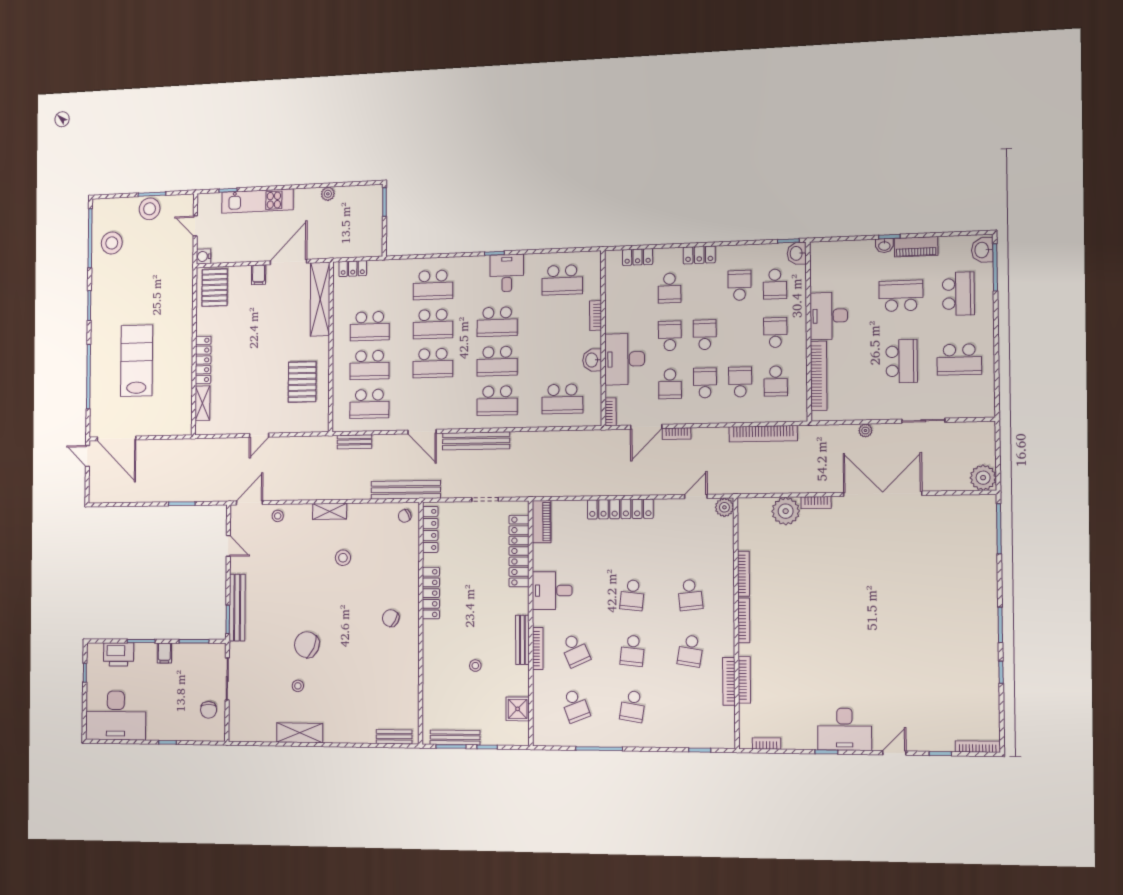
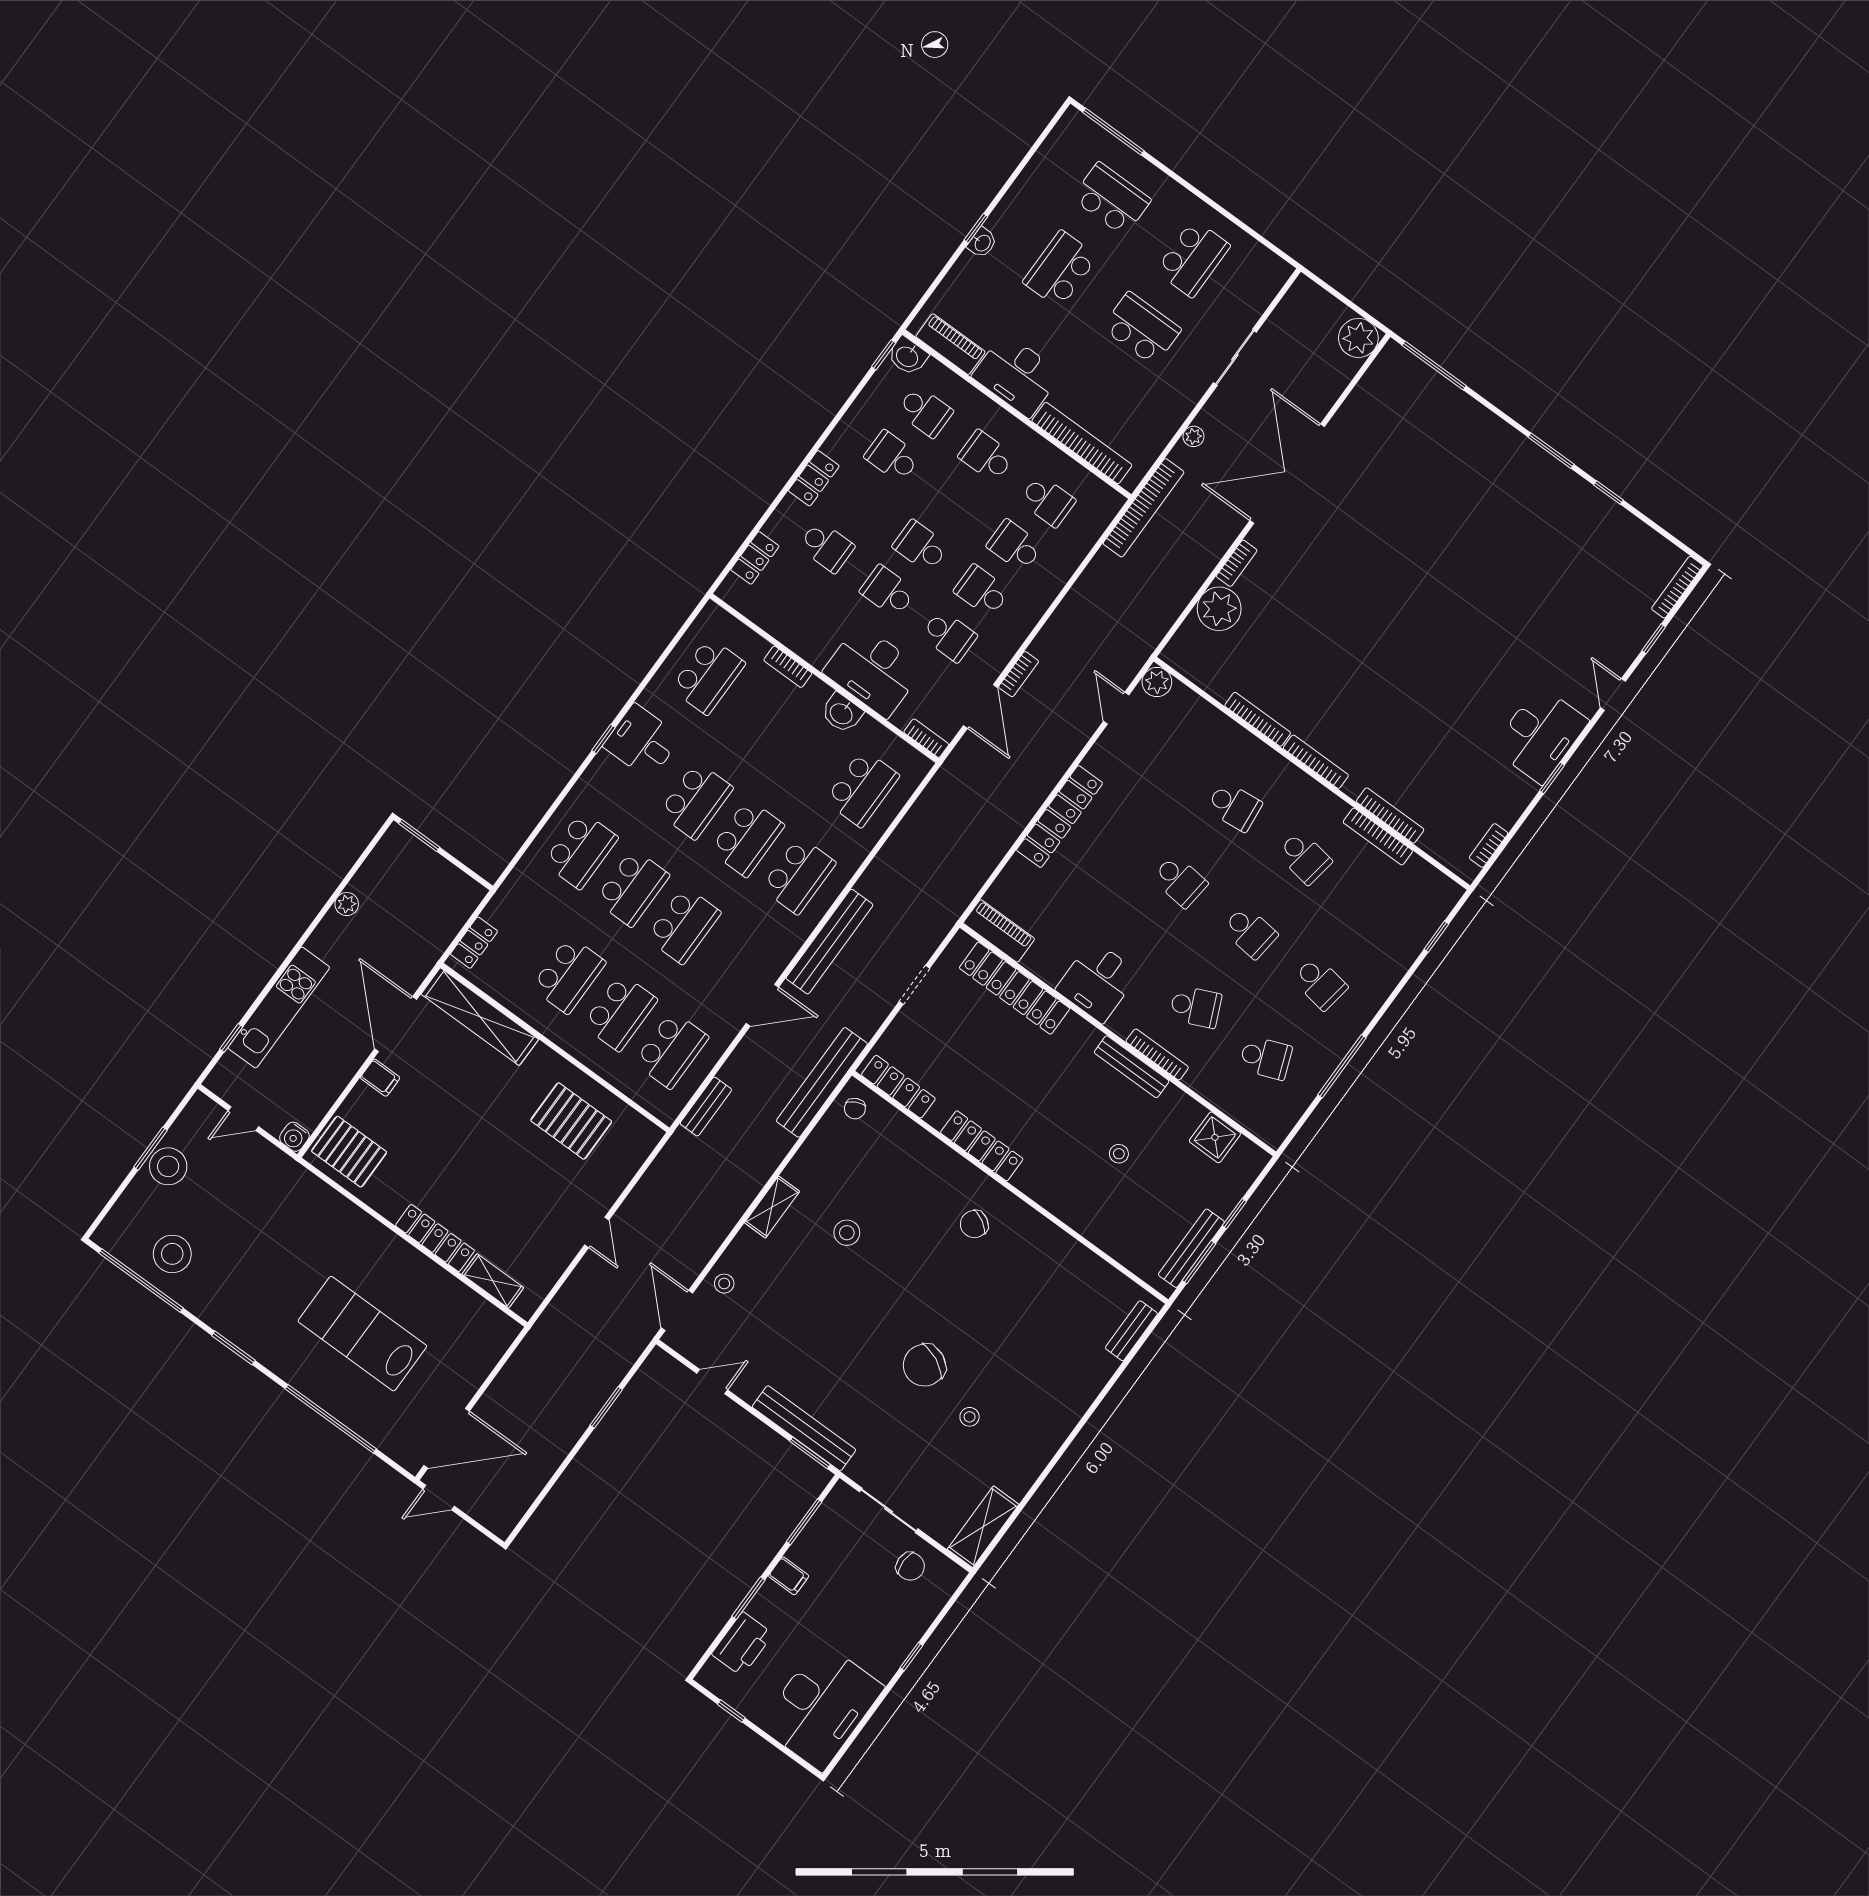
piano: (916, 247) -> (951, 344), moved, turned -90
washbasin: (982, 250) -> (1080, 131), removed
bookcase: (763, 434) -> (1144, 508), moved
shelving: (300, 733) -> (983, 1527), moved

